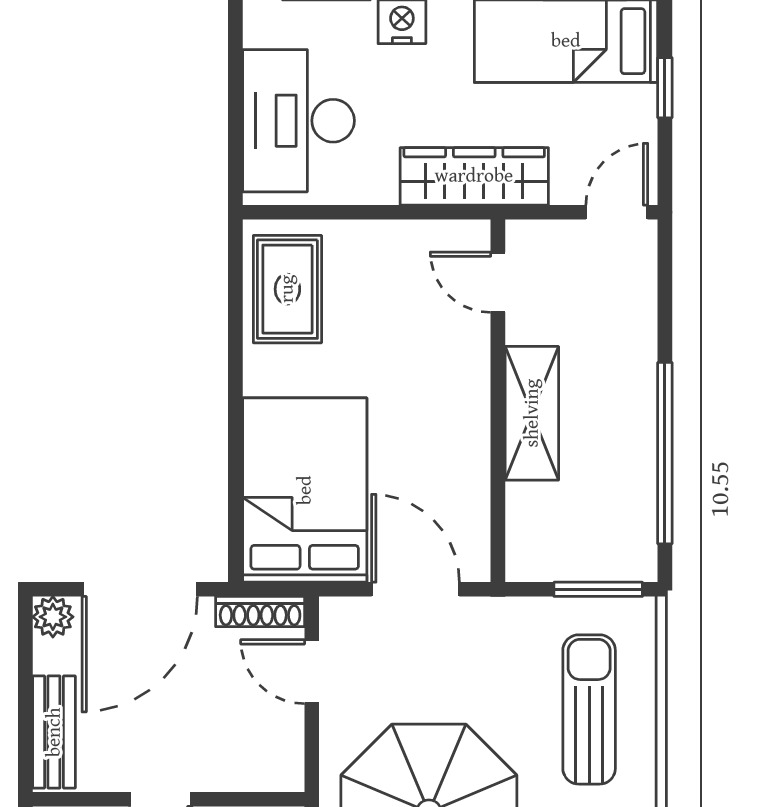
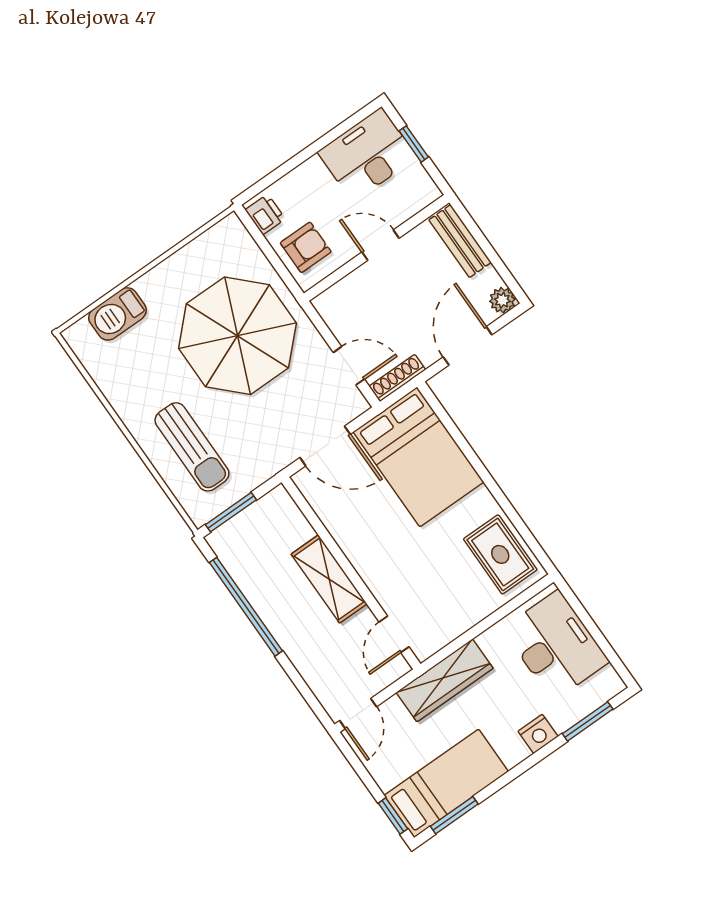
window: (665, 88) -> (393, 816), moved
door: (498, 282) -> (394, 634), swing flipped
door: (140, 589) -> (468, 346), width x0.73

